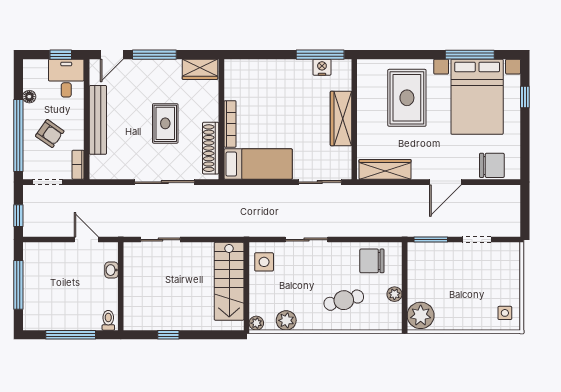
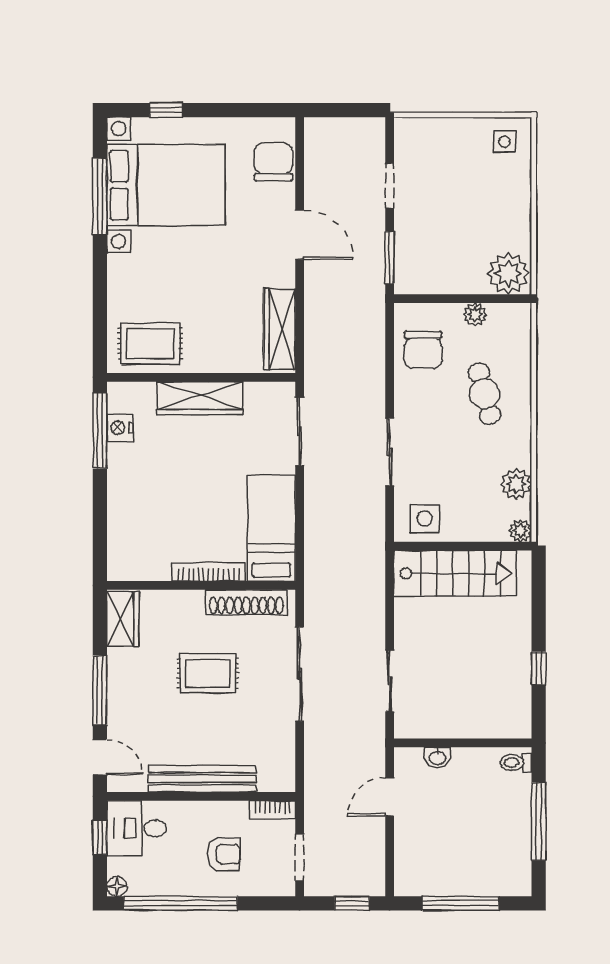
floor lamp: (29, 97) -> (117, 886), moved
rug: (407, 98) -> (150, 344), moved, width x0.73, depth x0.70
armchair: (50, 134) -> (224, 854), turned 55
window: (18, 136) -> (180, 903), moved

